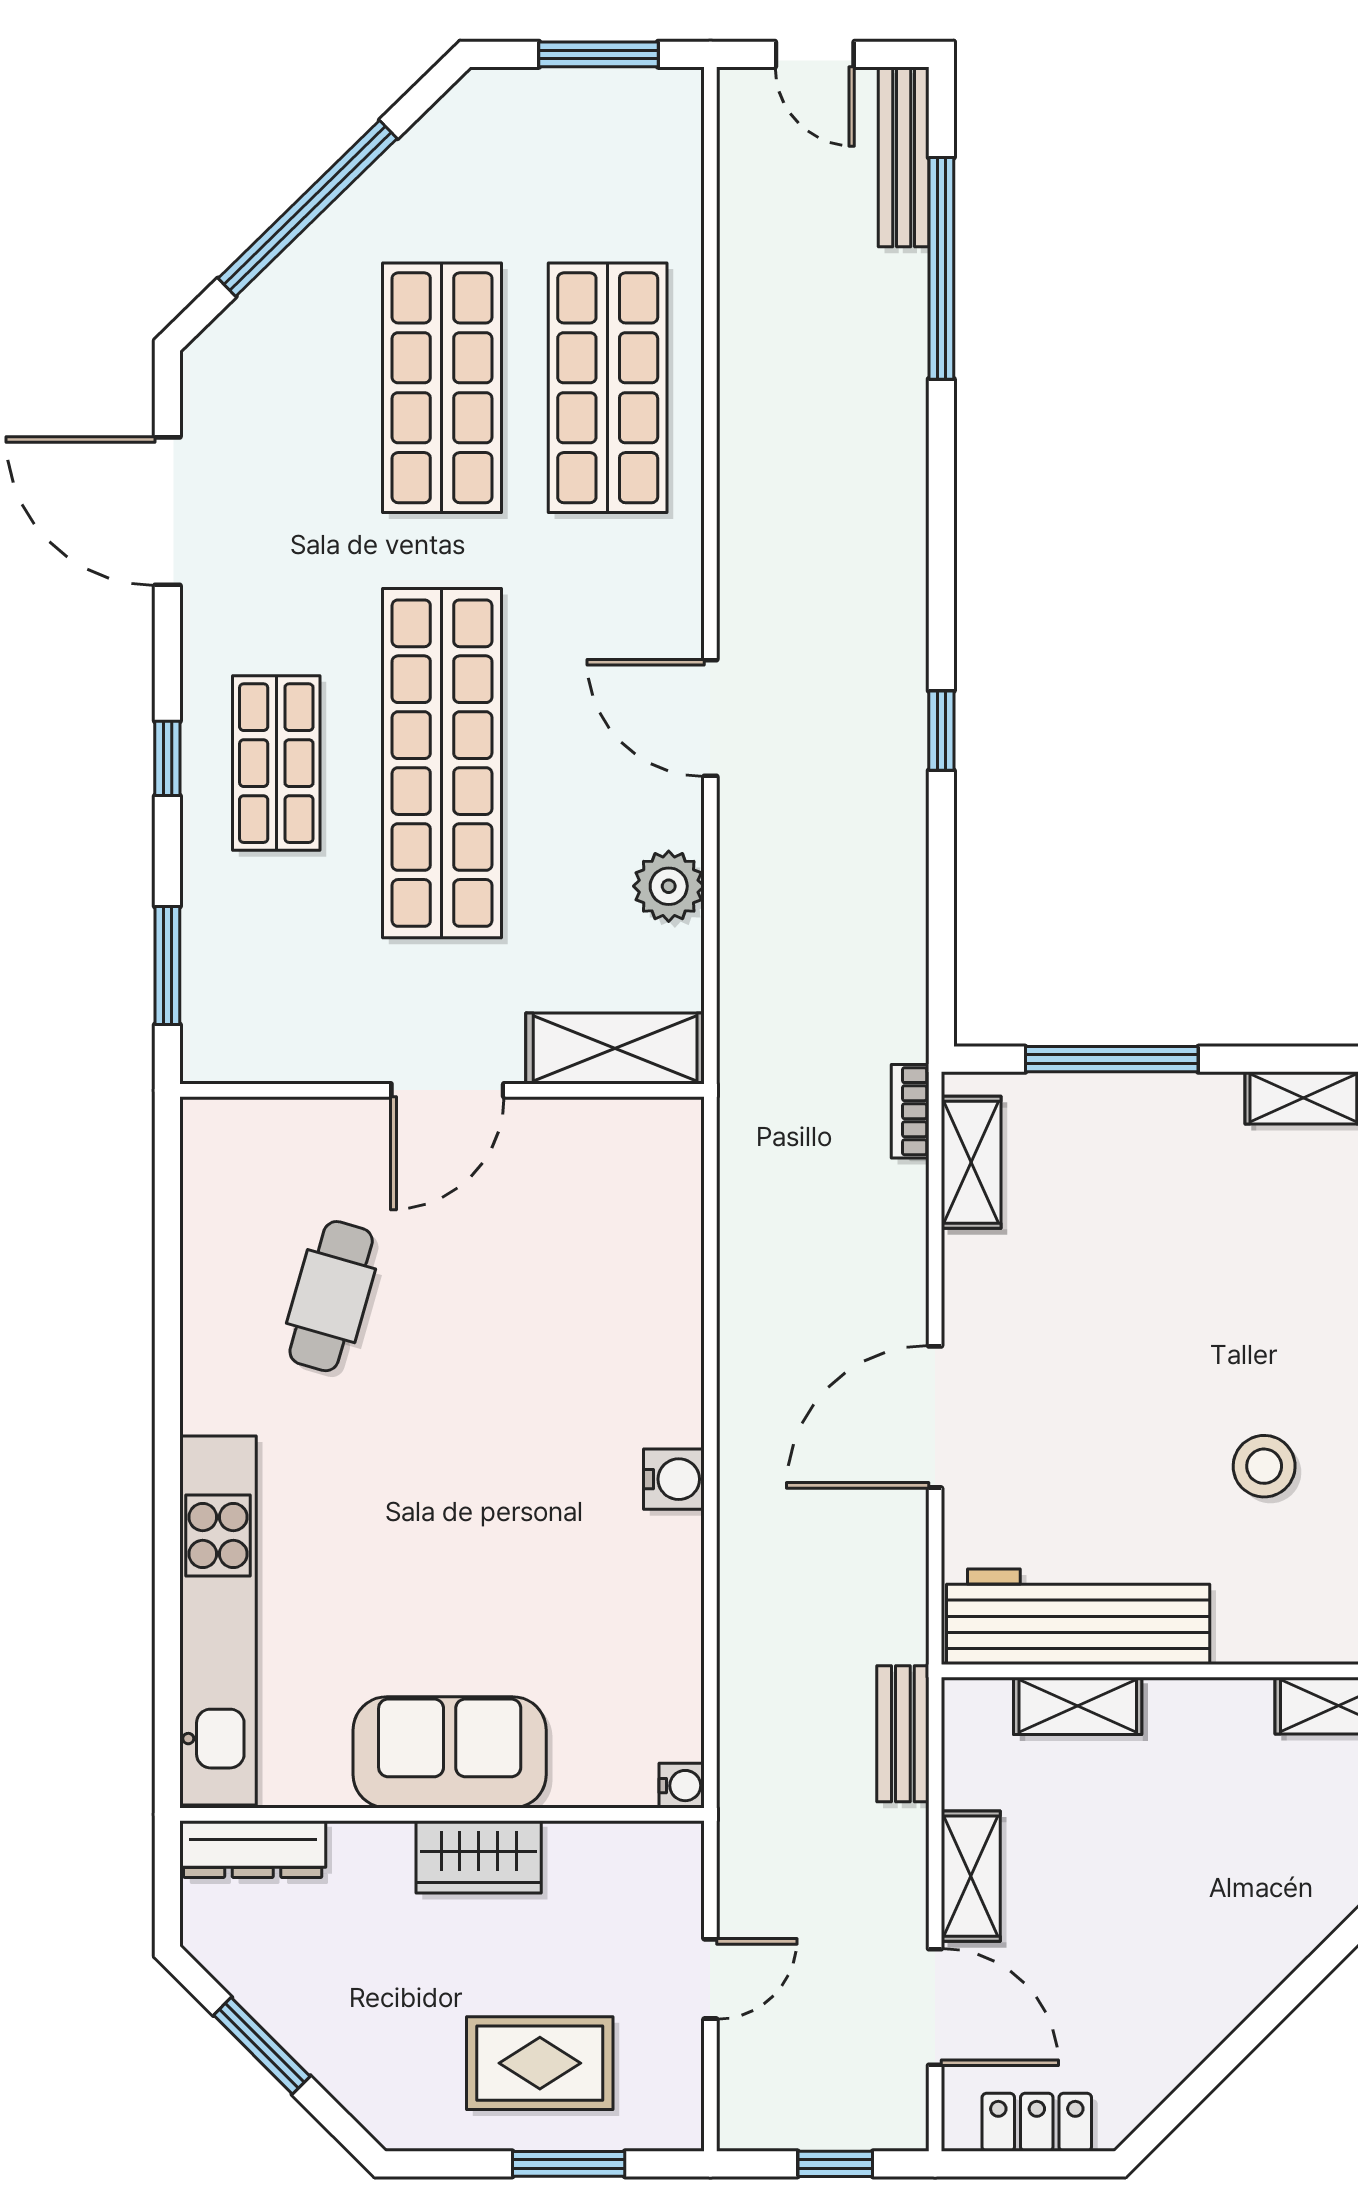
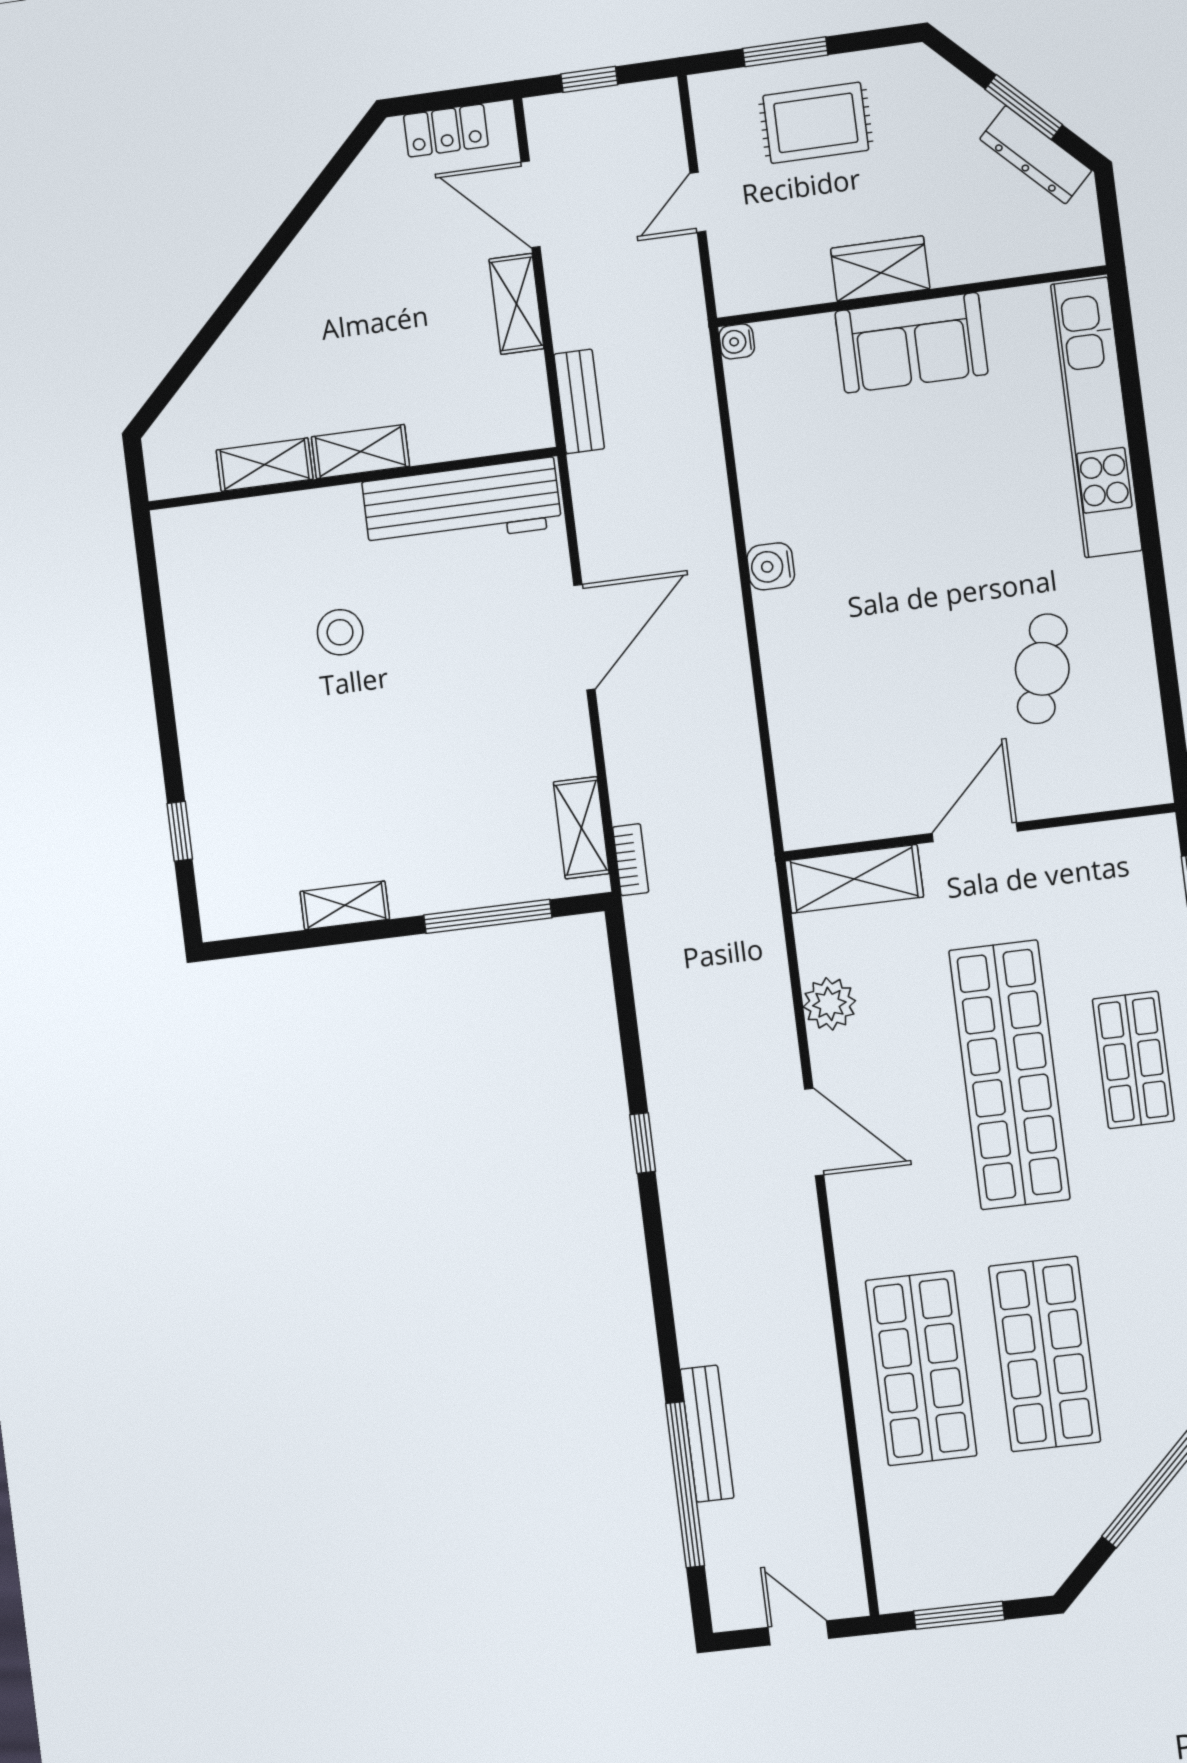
bench: (904, 157) -> (707, 1434), moved
shelving: (1078, 1706) -> (360, 452), moved
dresser: (253, 1849) -> (1036, 155), moved, turned -135

